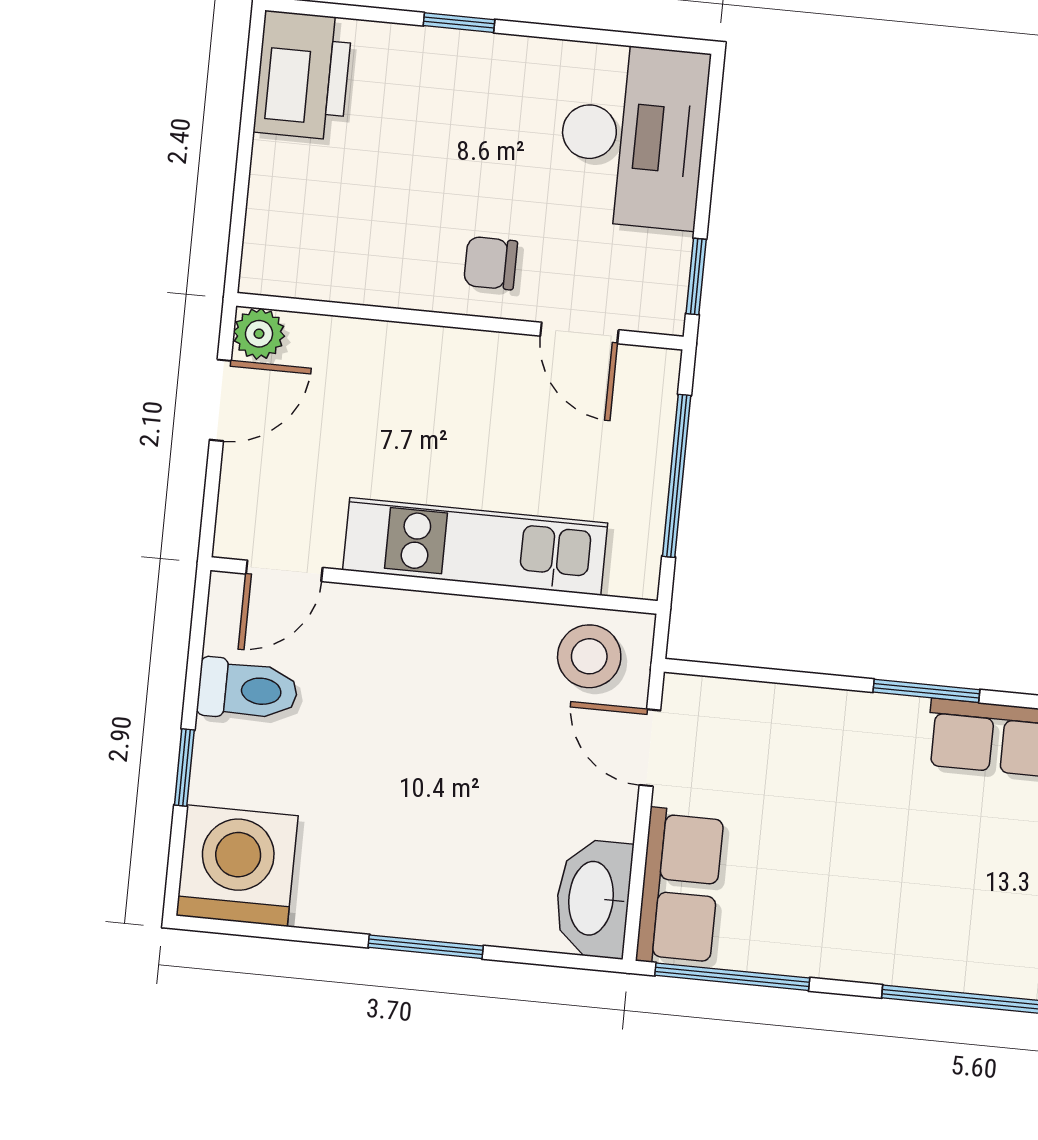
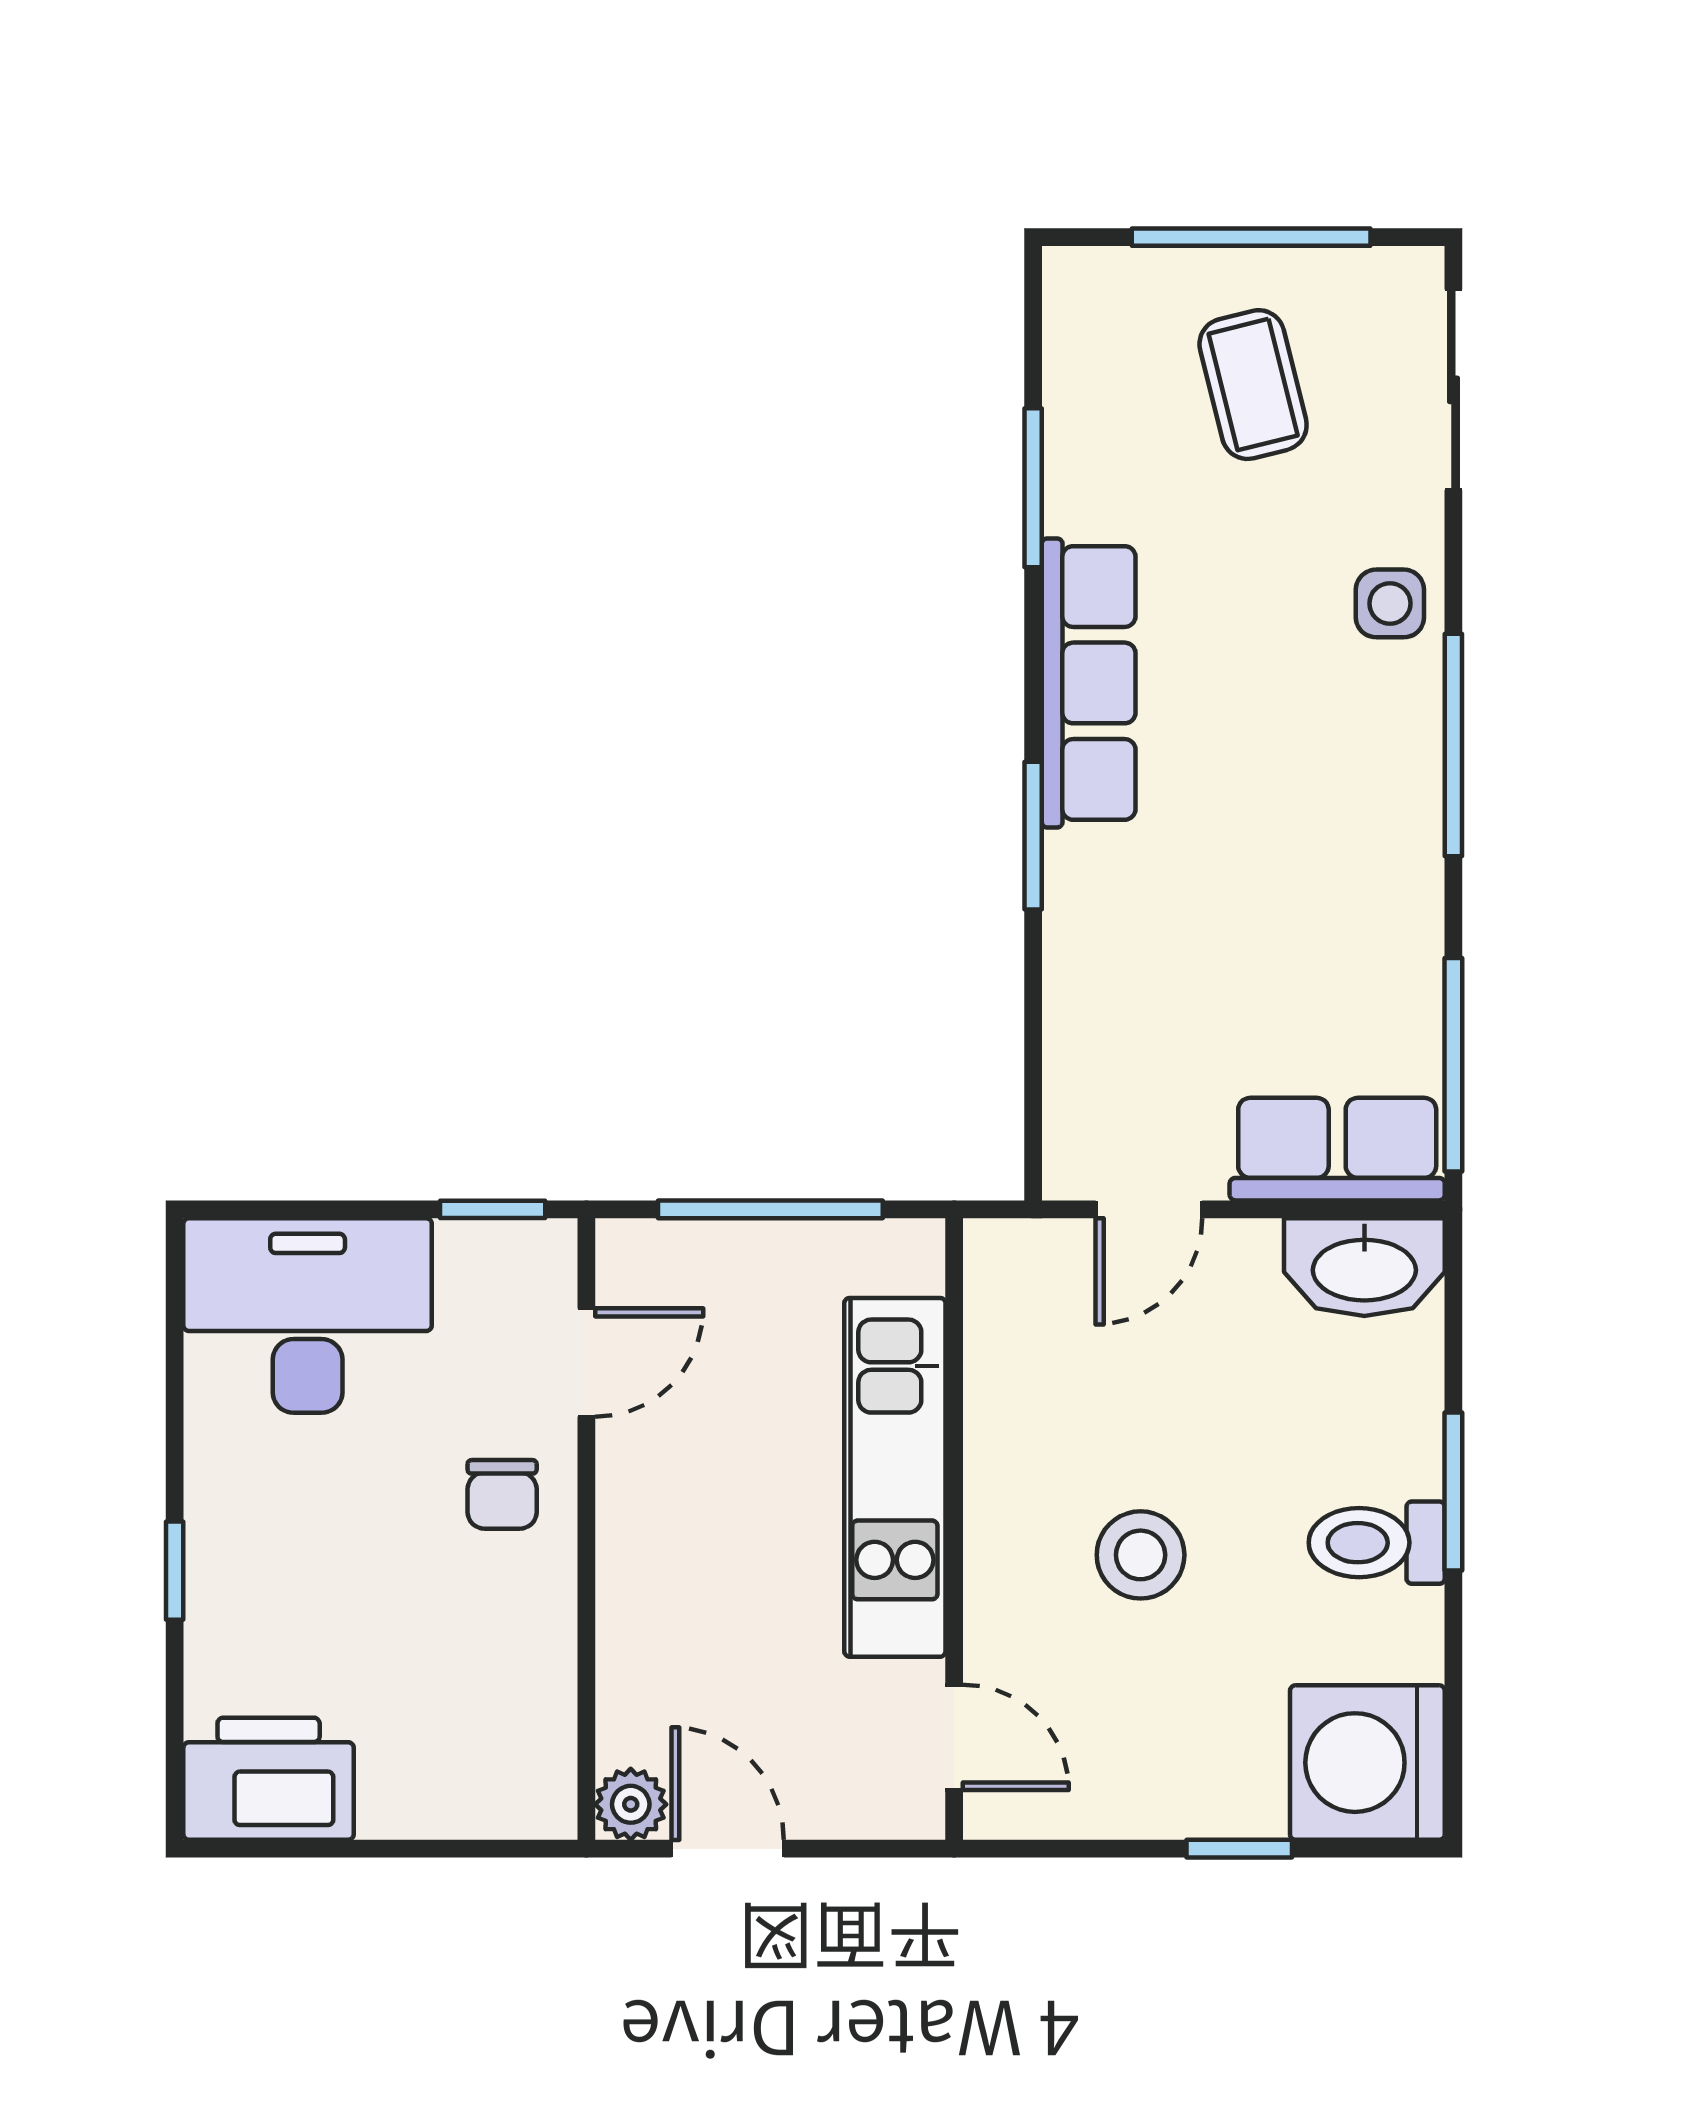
stool: (589, 656) -> (1141, 1555), moved
toilet: (248, 690) -> (1377, 1543), moved, turned -90

